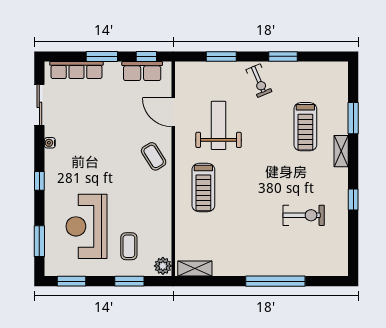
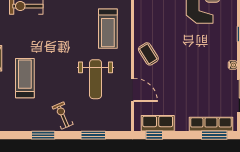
window: (102, 56) -> (214, 135), moved
treadmill: (203, 187) -> (108, 29), turned 180

